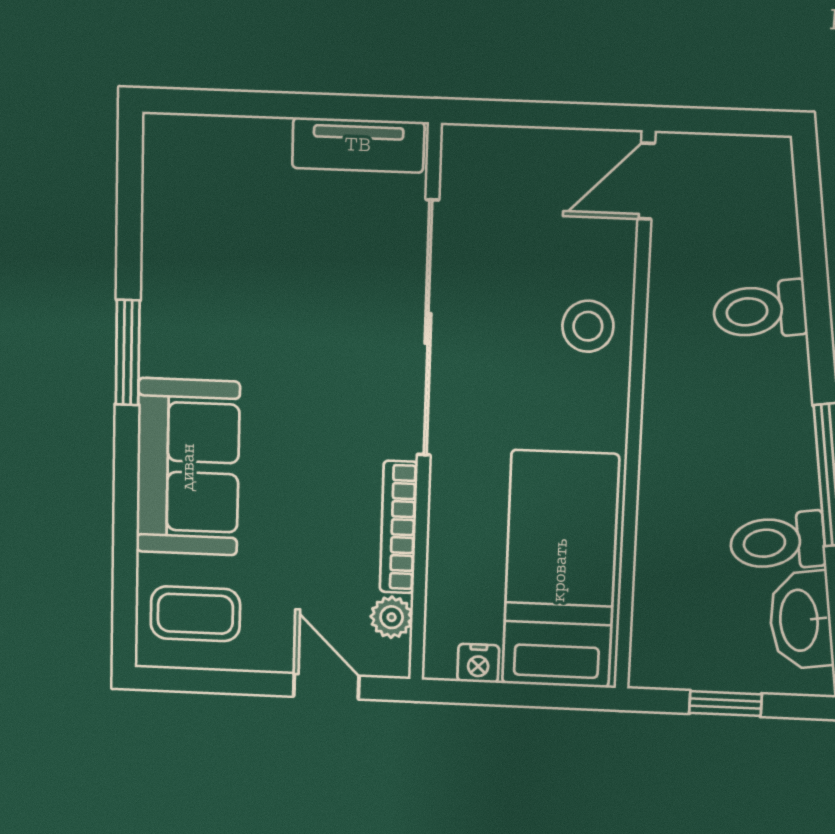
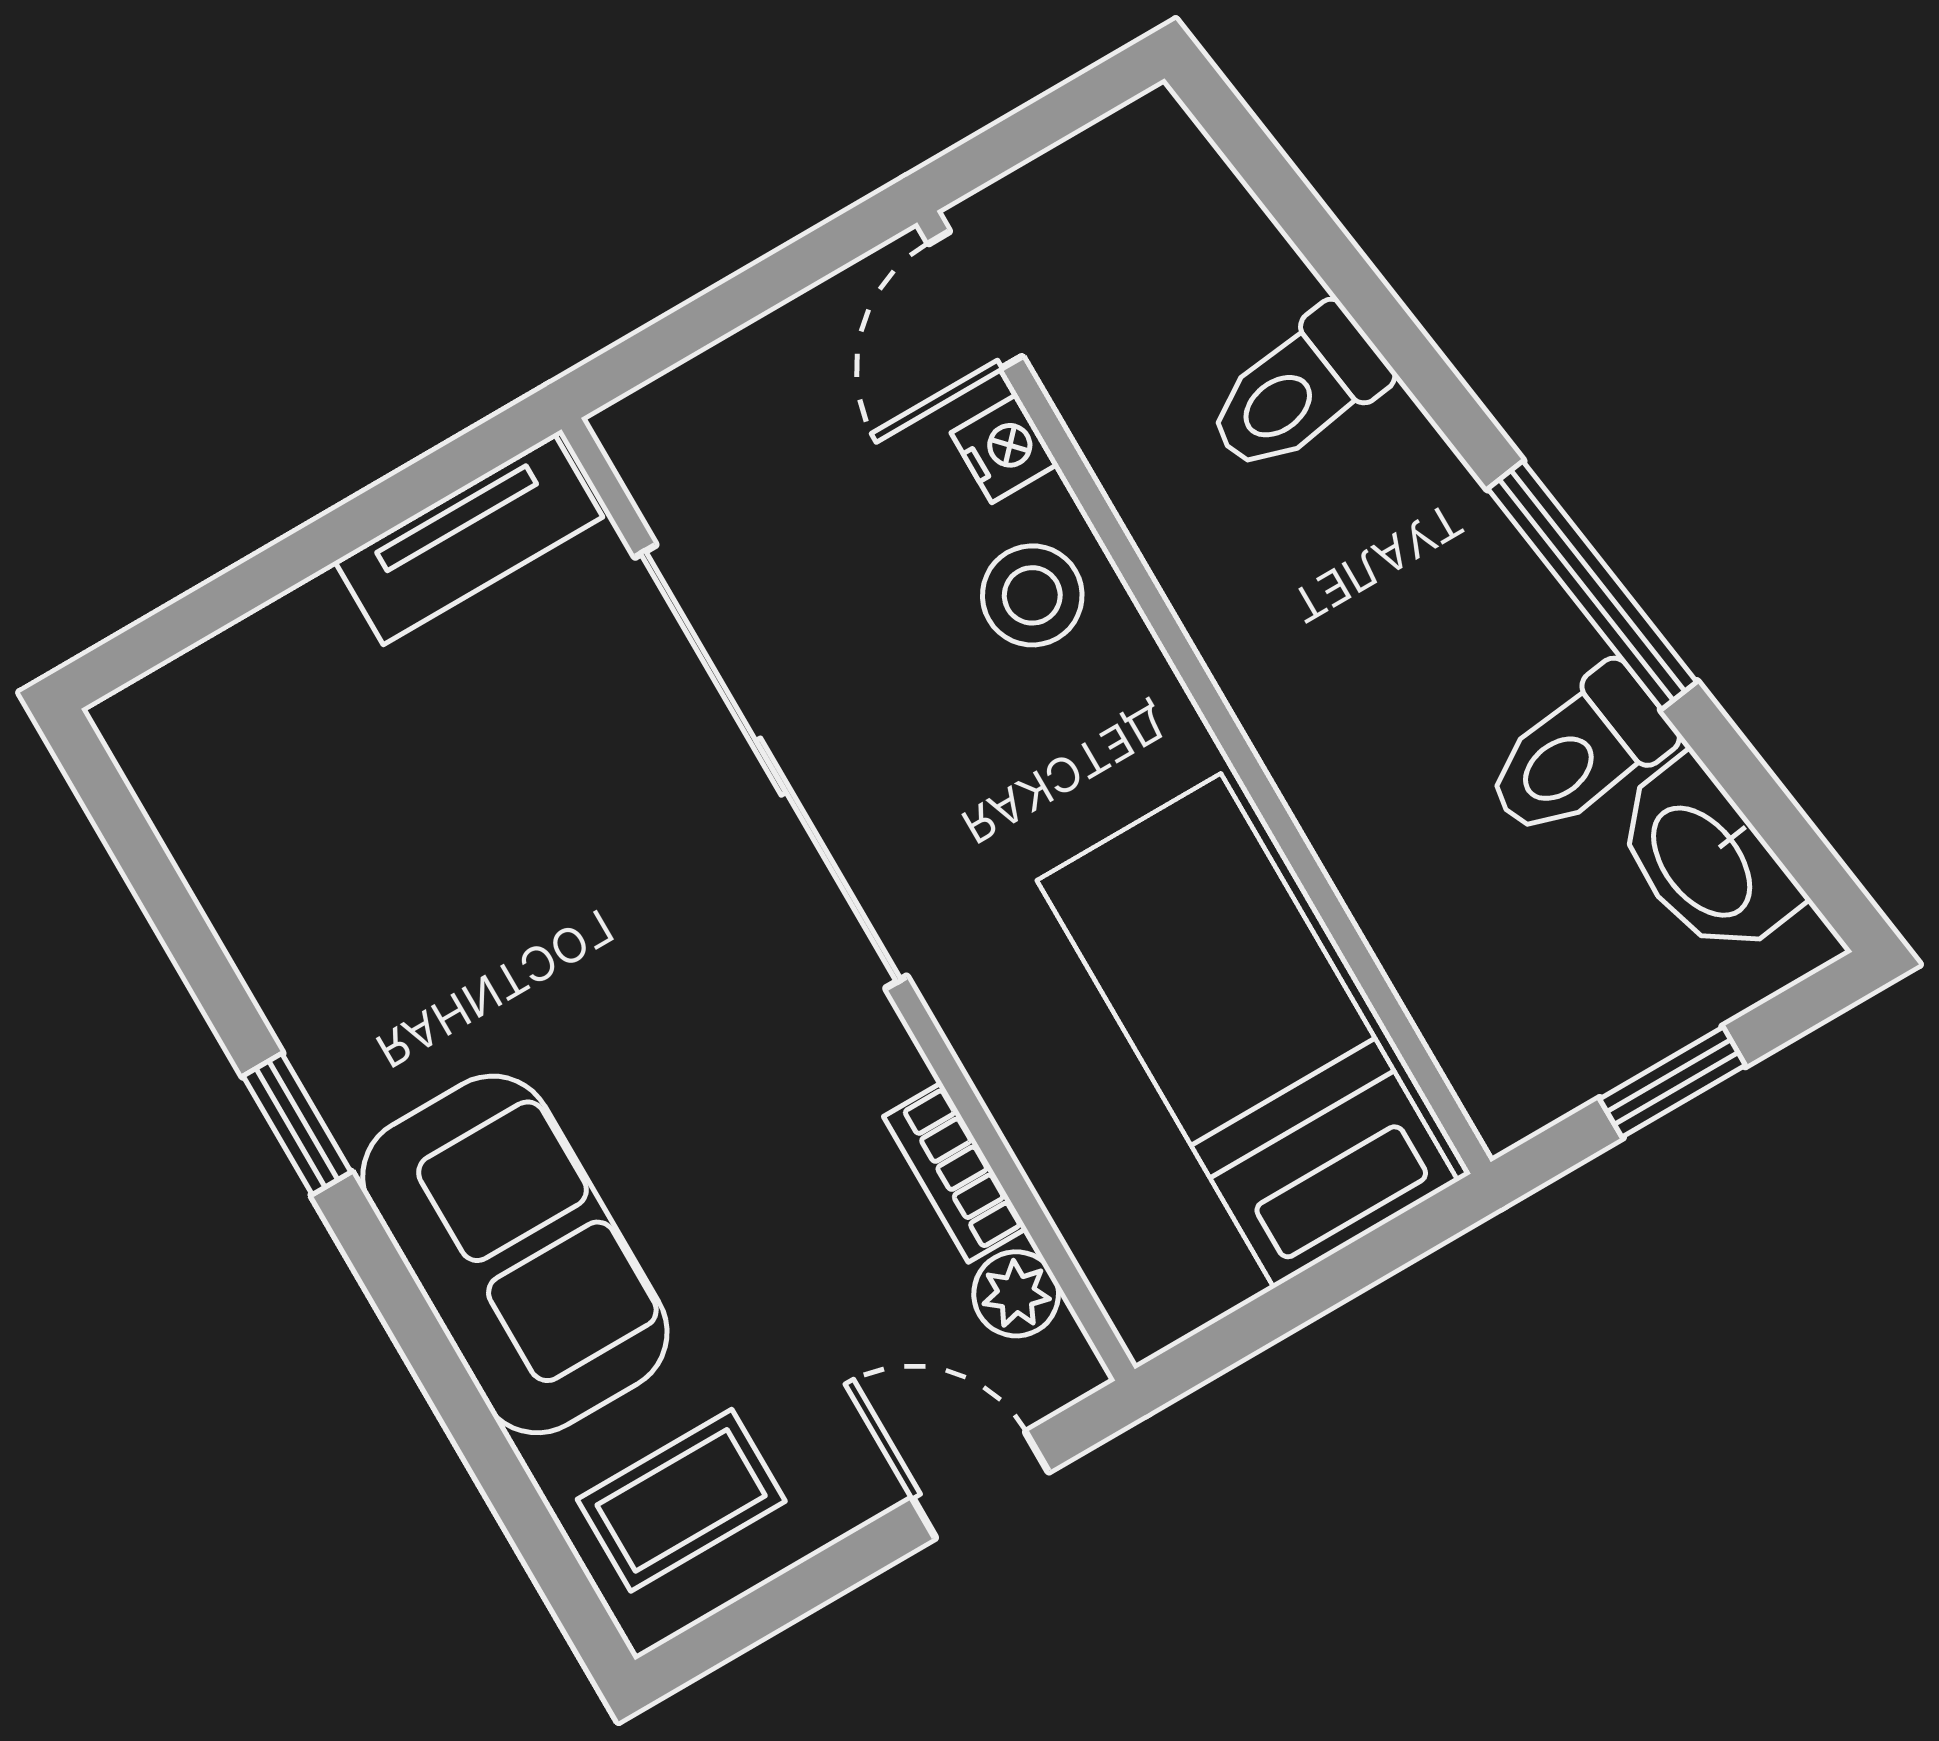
window: (128, 353) -> (297, 1124), width x0.67
bookcase: (399, 527) -> (955, 1172), width x0.64
nightstand: (478, 663) -> (1005, 448), moved, turned -90

